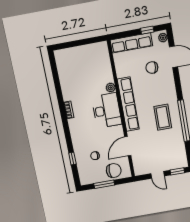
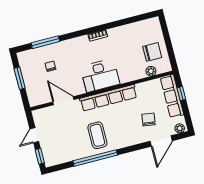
window: (147, 30) -> (181, 94), moved
plant: (111, 88) -> (151, 71), moved
coffee table: (163, 117) -> (97, 135), turned 90
window: (72, 159) -> (45, 42), width x2.17
chair: (114, 171) -> (152, 52), moved, turned -90

